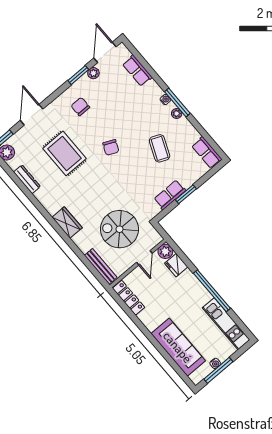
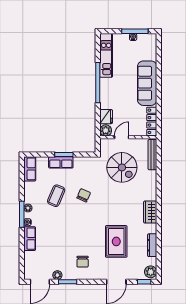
row of seats: (137, 71) -> (30, 239), moved
chair: (111, 147) -> (84, 195), moved
row of seats: (170, 195) -> (61, 162), moved
wardrobe: (67, 223) -> (150, 212), moved
sofa: (178, 347) -> (147, 83), moved

